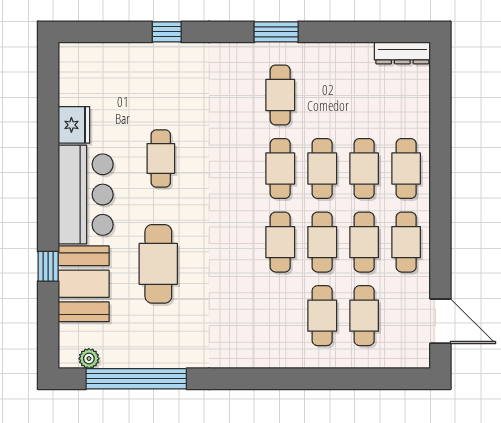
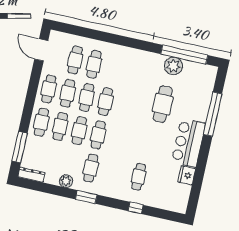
plant: (326, 56) -> (66, 181), added
window: (440, 106) -> (20, 147), added
cafe table: (161, 159) -> (139, 177), moved
window: (48, 266) -> (213, 114), width x3.17
booth: (84, 284) -> (198, 103), removed
plant: (89, 359) -> (173, 66), moved, width x1.88, depth x1.88

